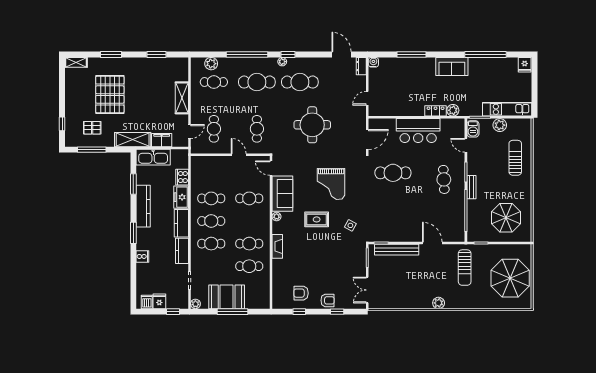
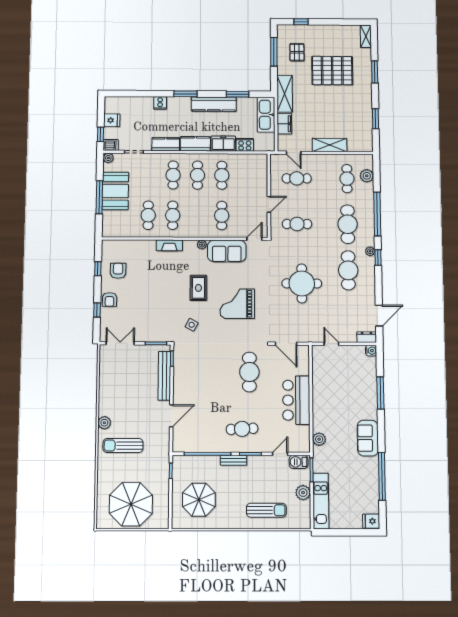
locker: (436, 111) -> (318, 420), removed
sun lounger: (465, 268) -> (123, 446), moved
dishwasher: (147, 302) -> (111, 145), moved

